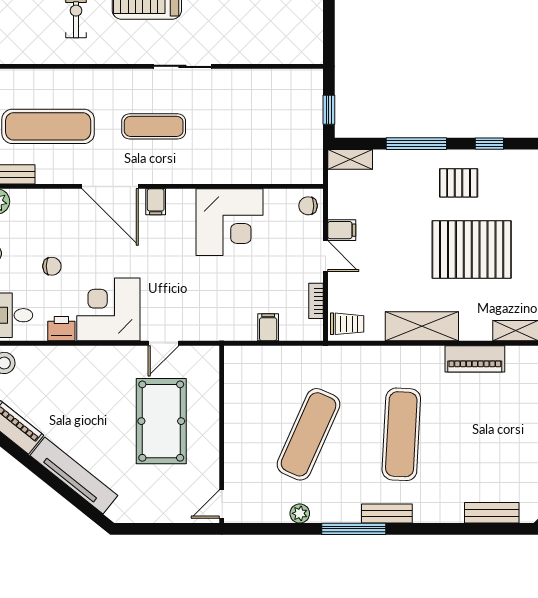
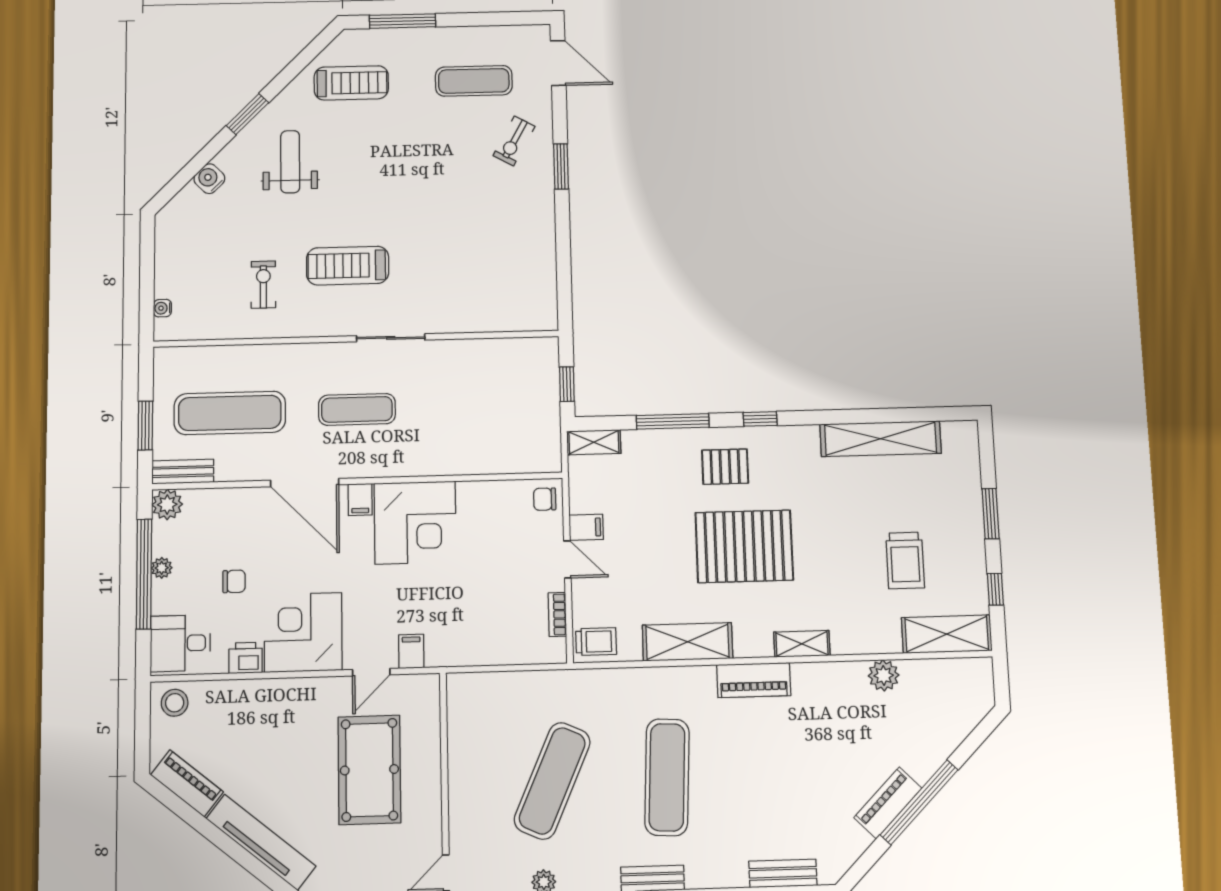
corner desk: (229, 222) -> (415, 523), moved
filing cabinet: (268, 327) -> (411, 651), moved

